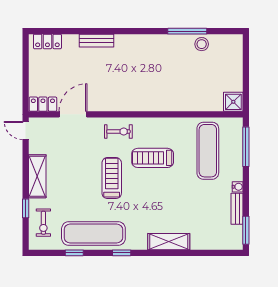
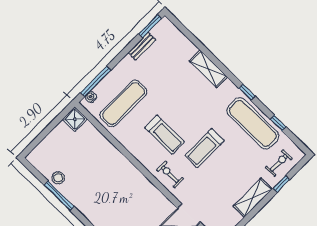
water cooler: (238, 187) -> (91, 97), moved

